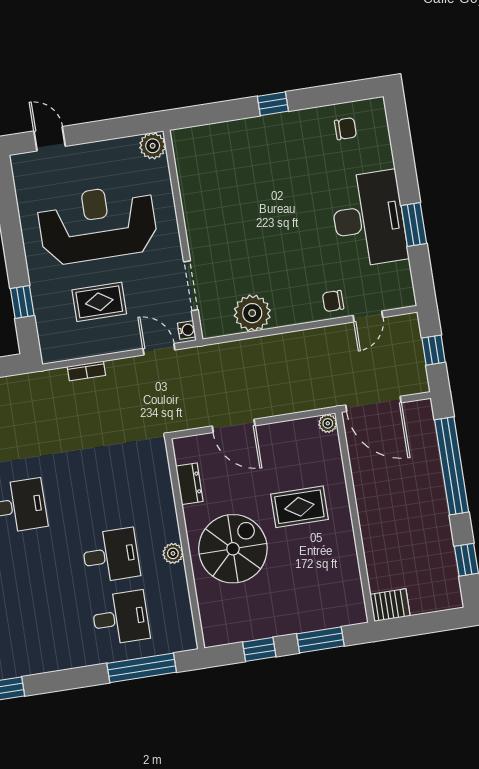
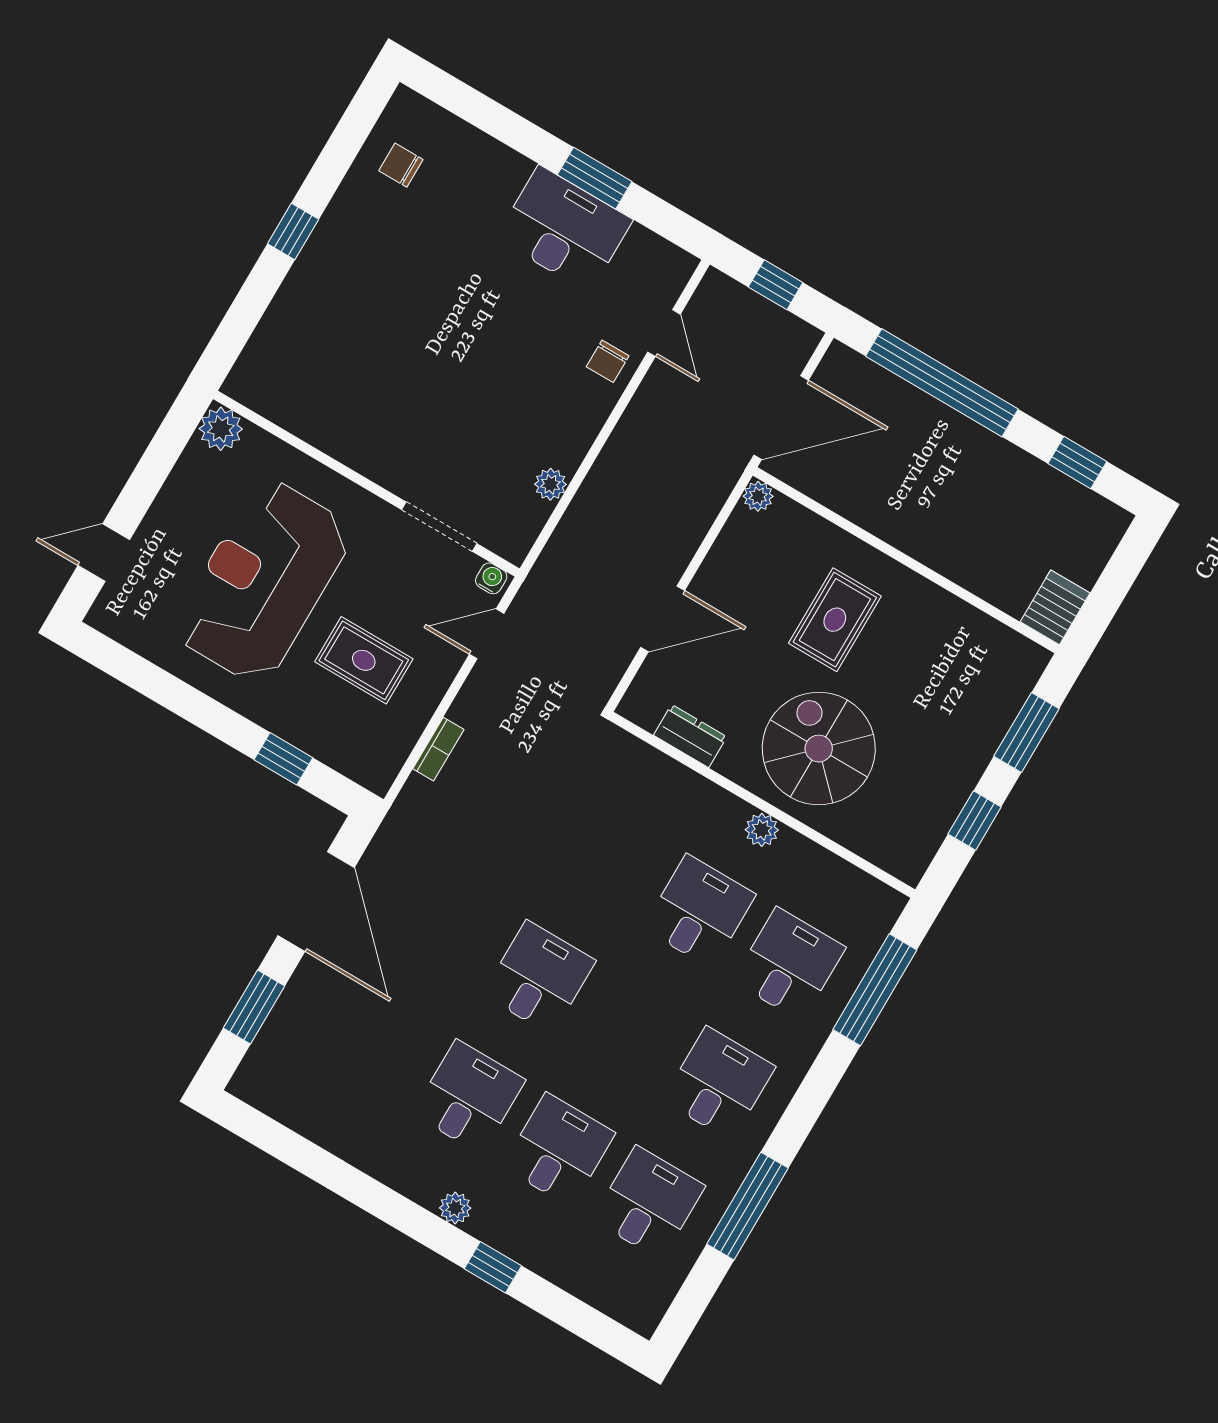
chair: (345, 129) -> (401, 165), turned -90
desk: (369, 219) -> (564, 229), width x0.73, depth x0.77
rug: (99, 302) -> (364, 660), turned 90
plant: (252, 313) -> (550, 484), width x0.53, depth x0.53
desk: (38, 631) -> (719, 1083), added

